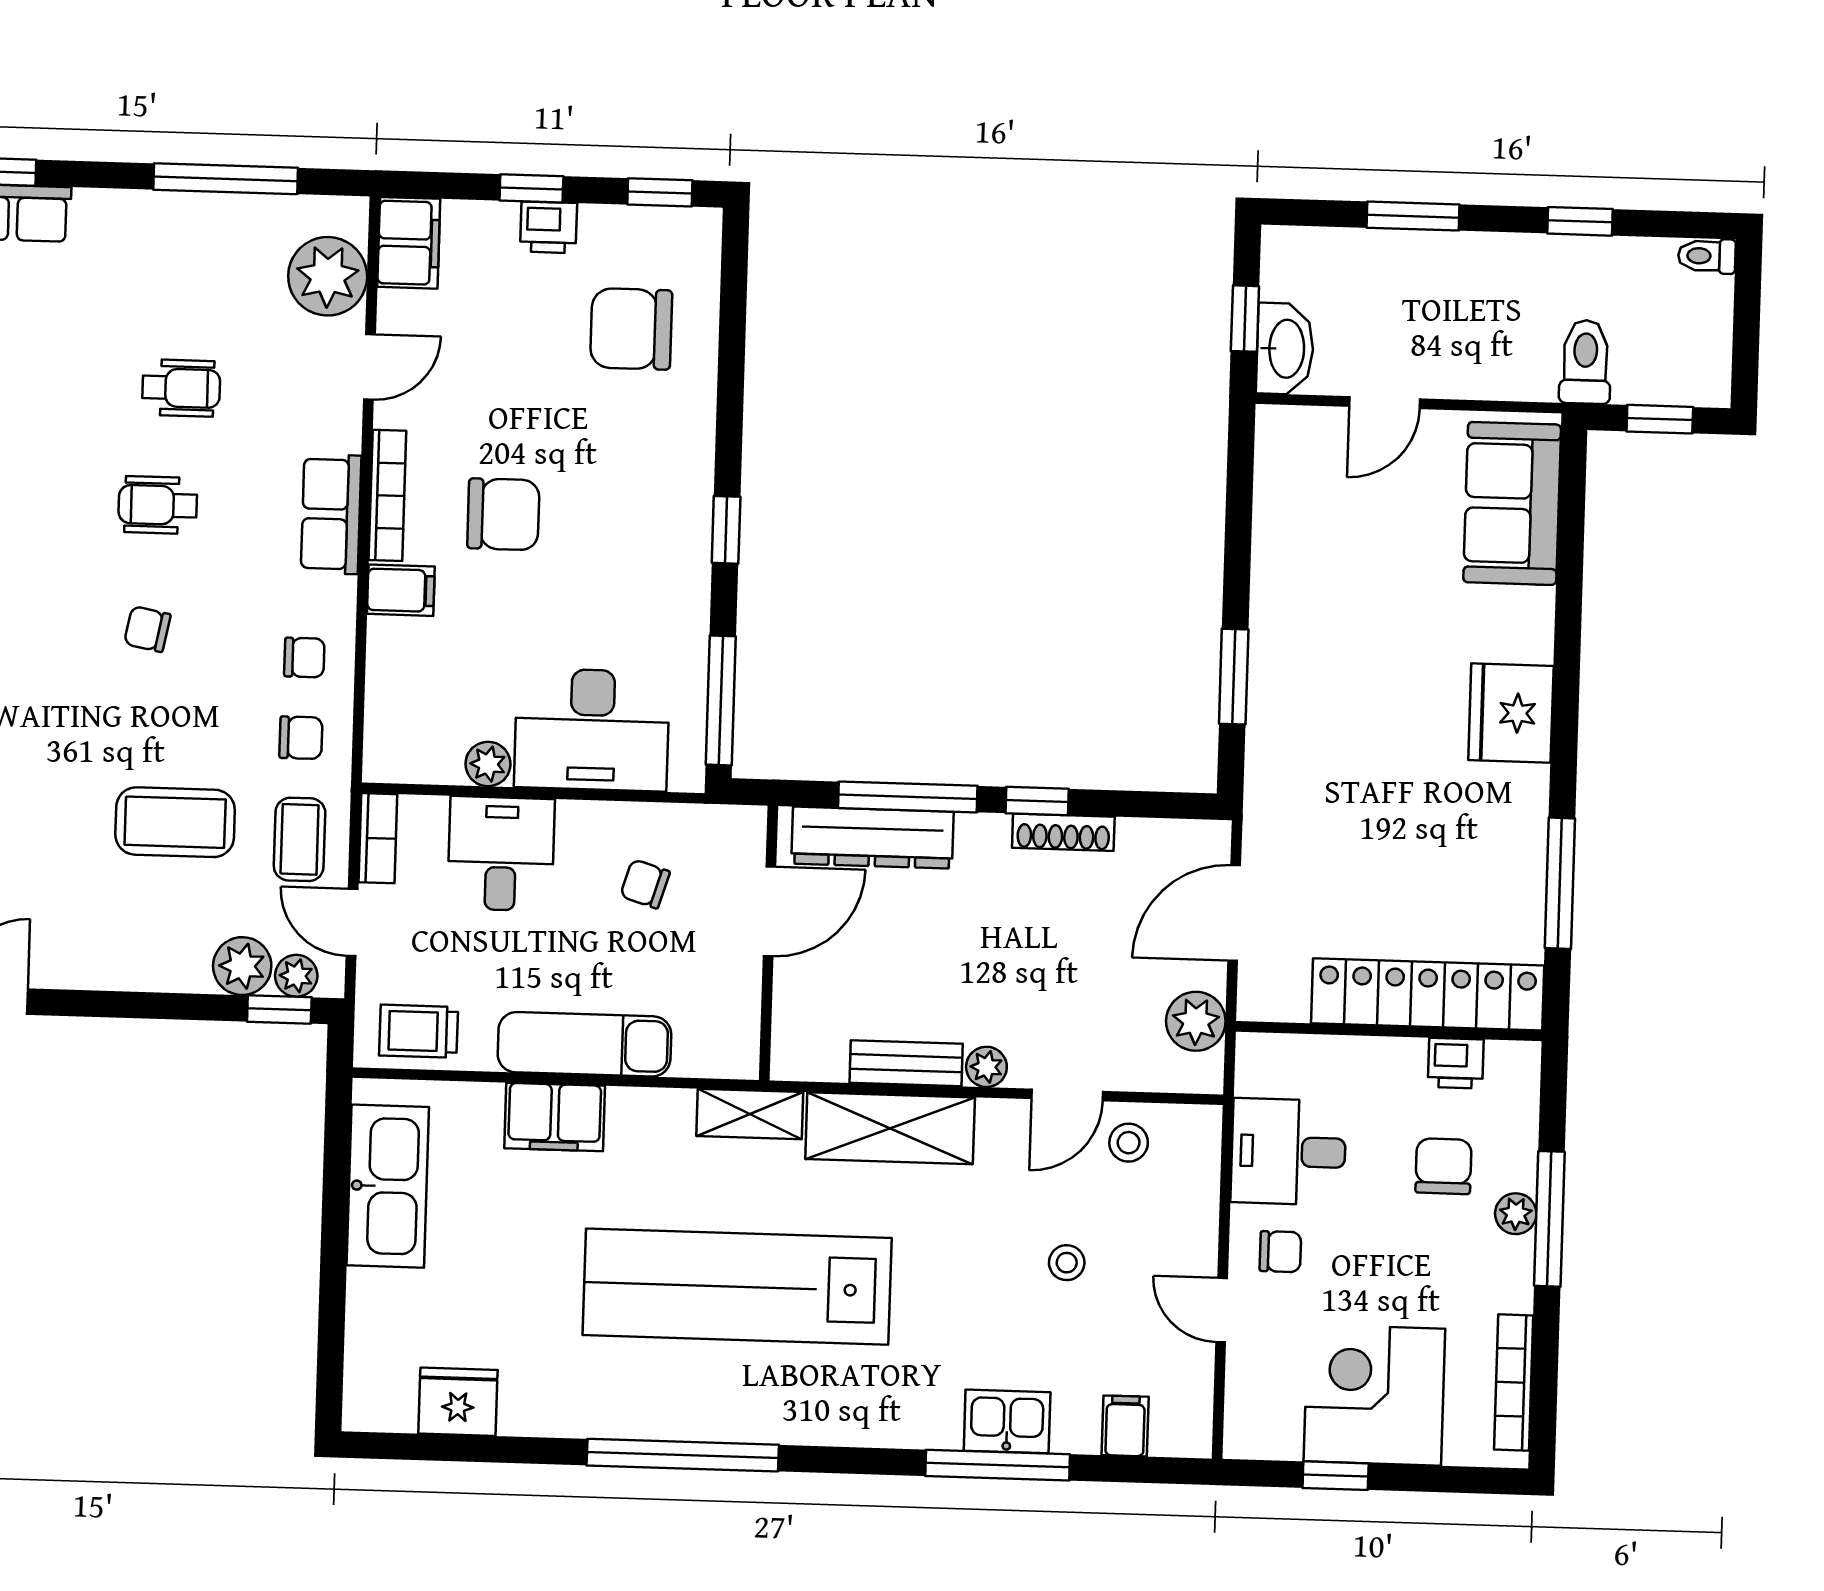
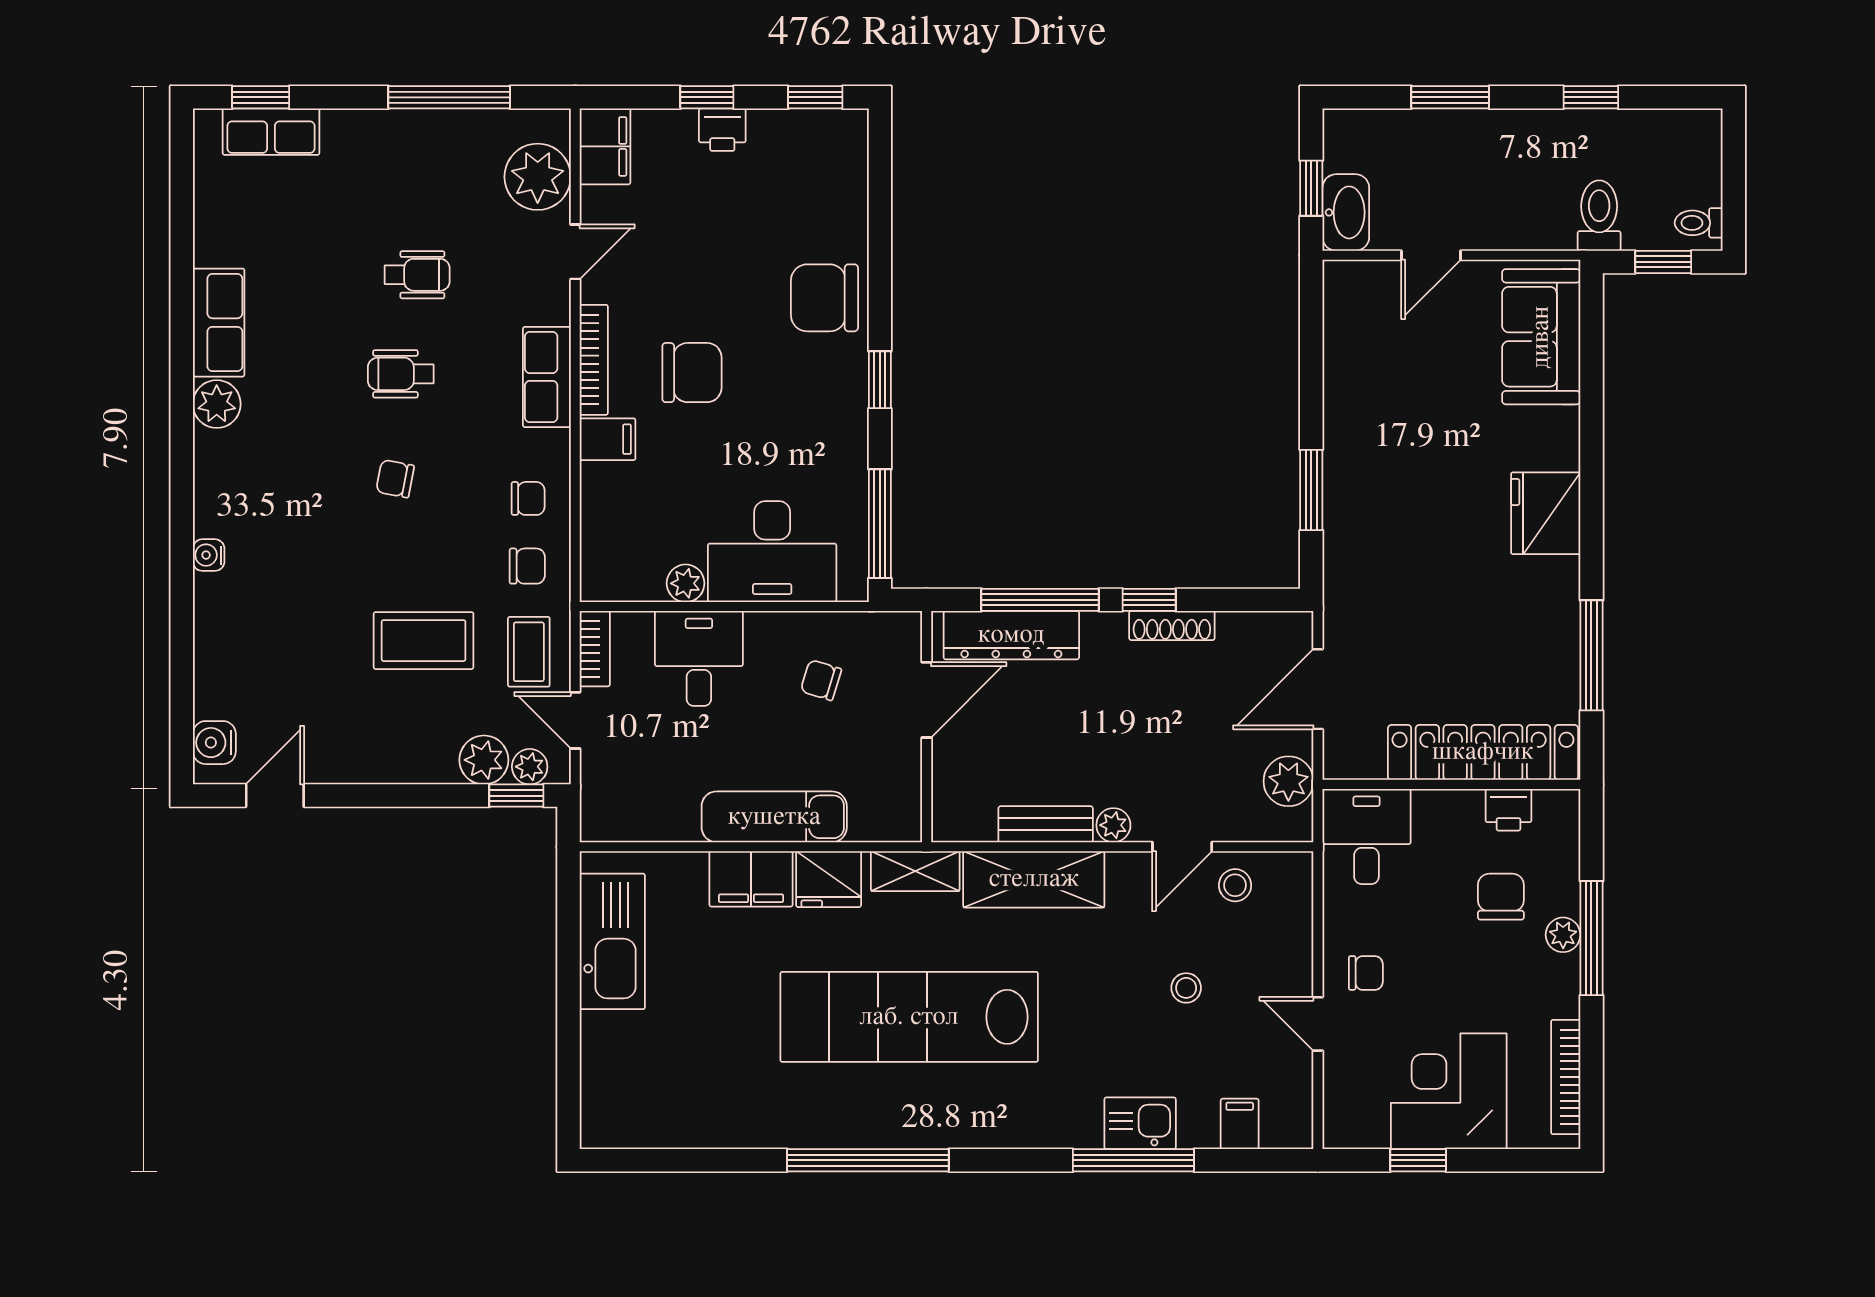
toilet: (1707, 256) -> (1699, 223), moved
chair: (631, 329) -> (824, 298), moved
trolley: (419, 1031) -> (634, 810), removed
desk: (1288, 1152) -> (1366, 836), moved, turned 90
fridge: (458, 1402) -> (829, 879), moved, turned 180

